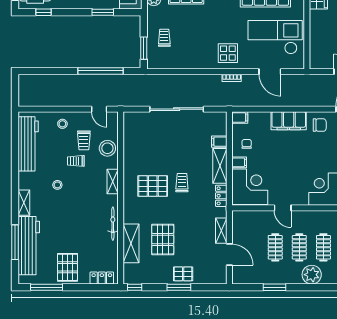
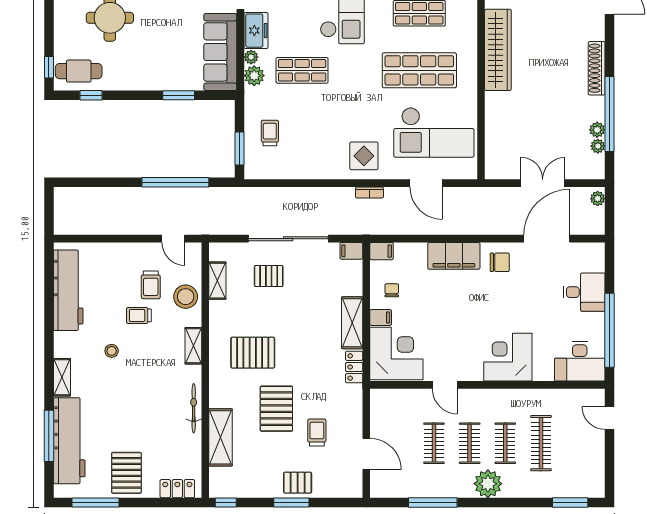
checkout: (275, 37) -> (434, 132), turned 180
stool: (62, 124) -> (119, 260), removed
pallet: (164, 134) -> (269, 276), added
filing cabinet: (219, 142) -> (351, 251), moved
trolley: (182, 183) -> (317, 432), moved
shelving: (221, 231) -> (217, 281), moved
pallet: (163, 239) -> (276, 409), moved
window: (274, 287) -> (433, 502), width x1.44

